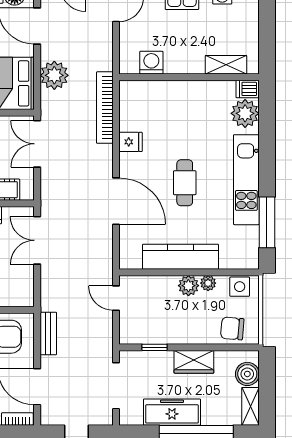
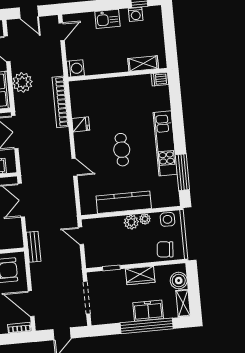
washing machine: (151, 63) -> (75, 68), moved, turned 90
plant: (245, 113) -> (160, 97), removed
door: (116, 201) -> (74, 167), width x0.53
bench: (48, 333) -> (34, 247), moved
freezer: (172, 412) -> (148, 311), moved, width x0.71

